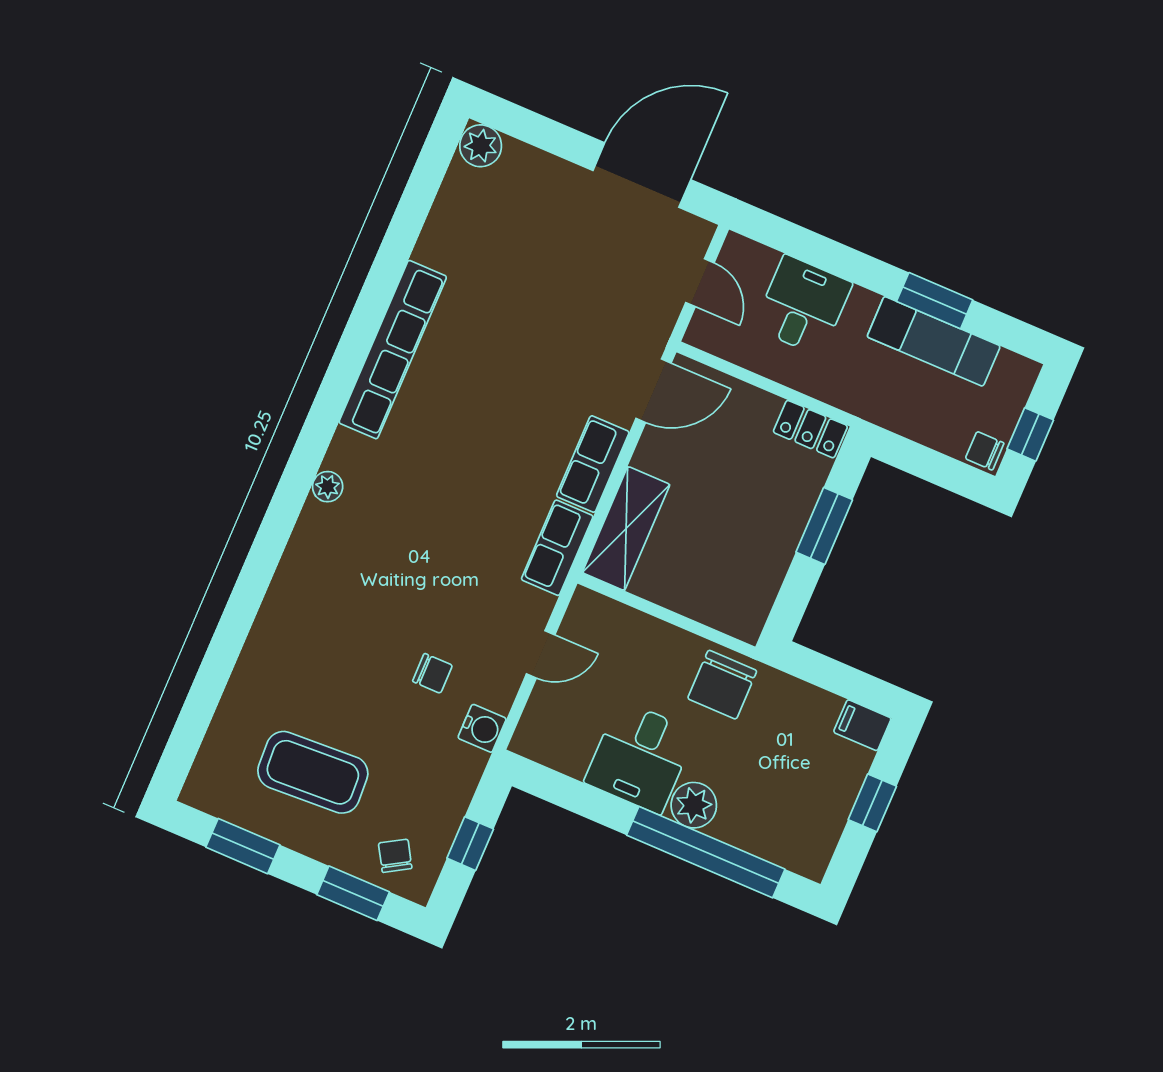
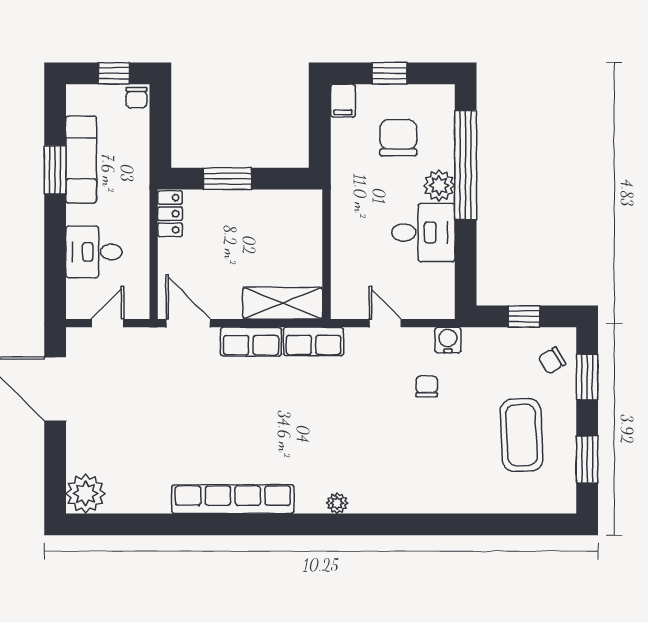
plant: (481, 146) -> (86, 494), width x1.36, depth x1.36
chair: (722, 685) -> (398, 138), moved, turned -90

